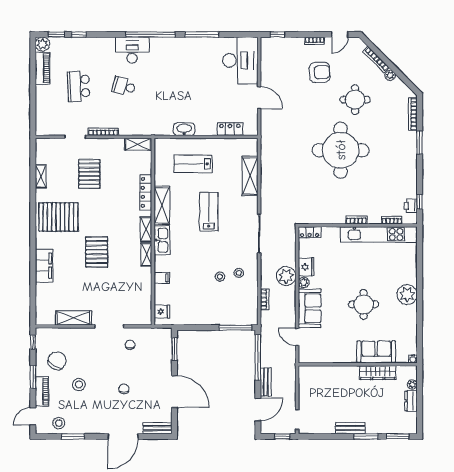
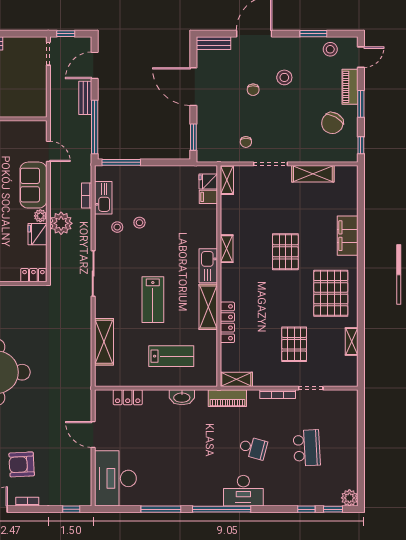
piano: (43, 68) -> (227, 398), moved, turned -90
pallet: (58, 217) -> (331, 293), turned 90
shelving: (146, 229) -> (227, 180), moved
filing cabinet: (162, 278) -> (208, 197), moved
kitchen sink: (251, 298) -> (103, 198), added
stool: (79, 384) -> (284, 77), moved

